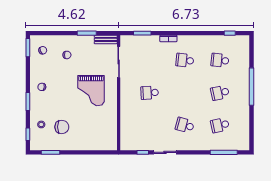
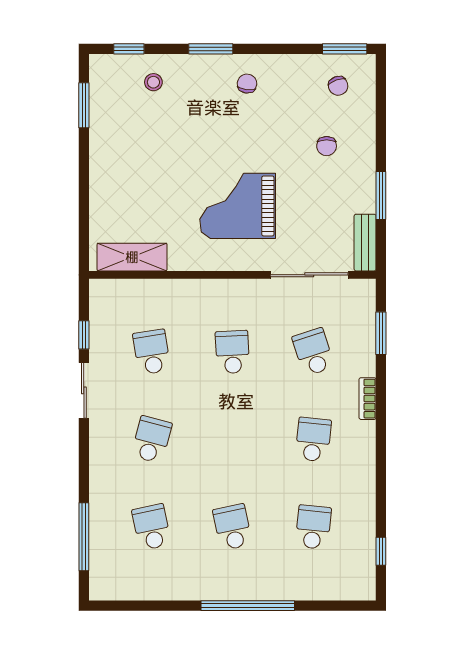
school desk: (150, 60) -> (313, 352), added
school desk: (150, 125) -> (152, 352), added
chair: (62, 127) -> (147, 133), removed
shelving: (112, 133) -> (132, 257), added

